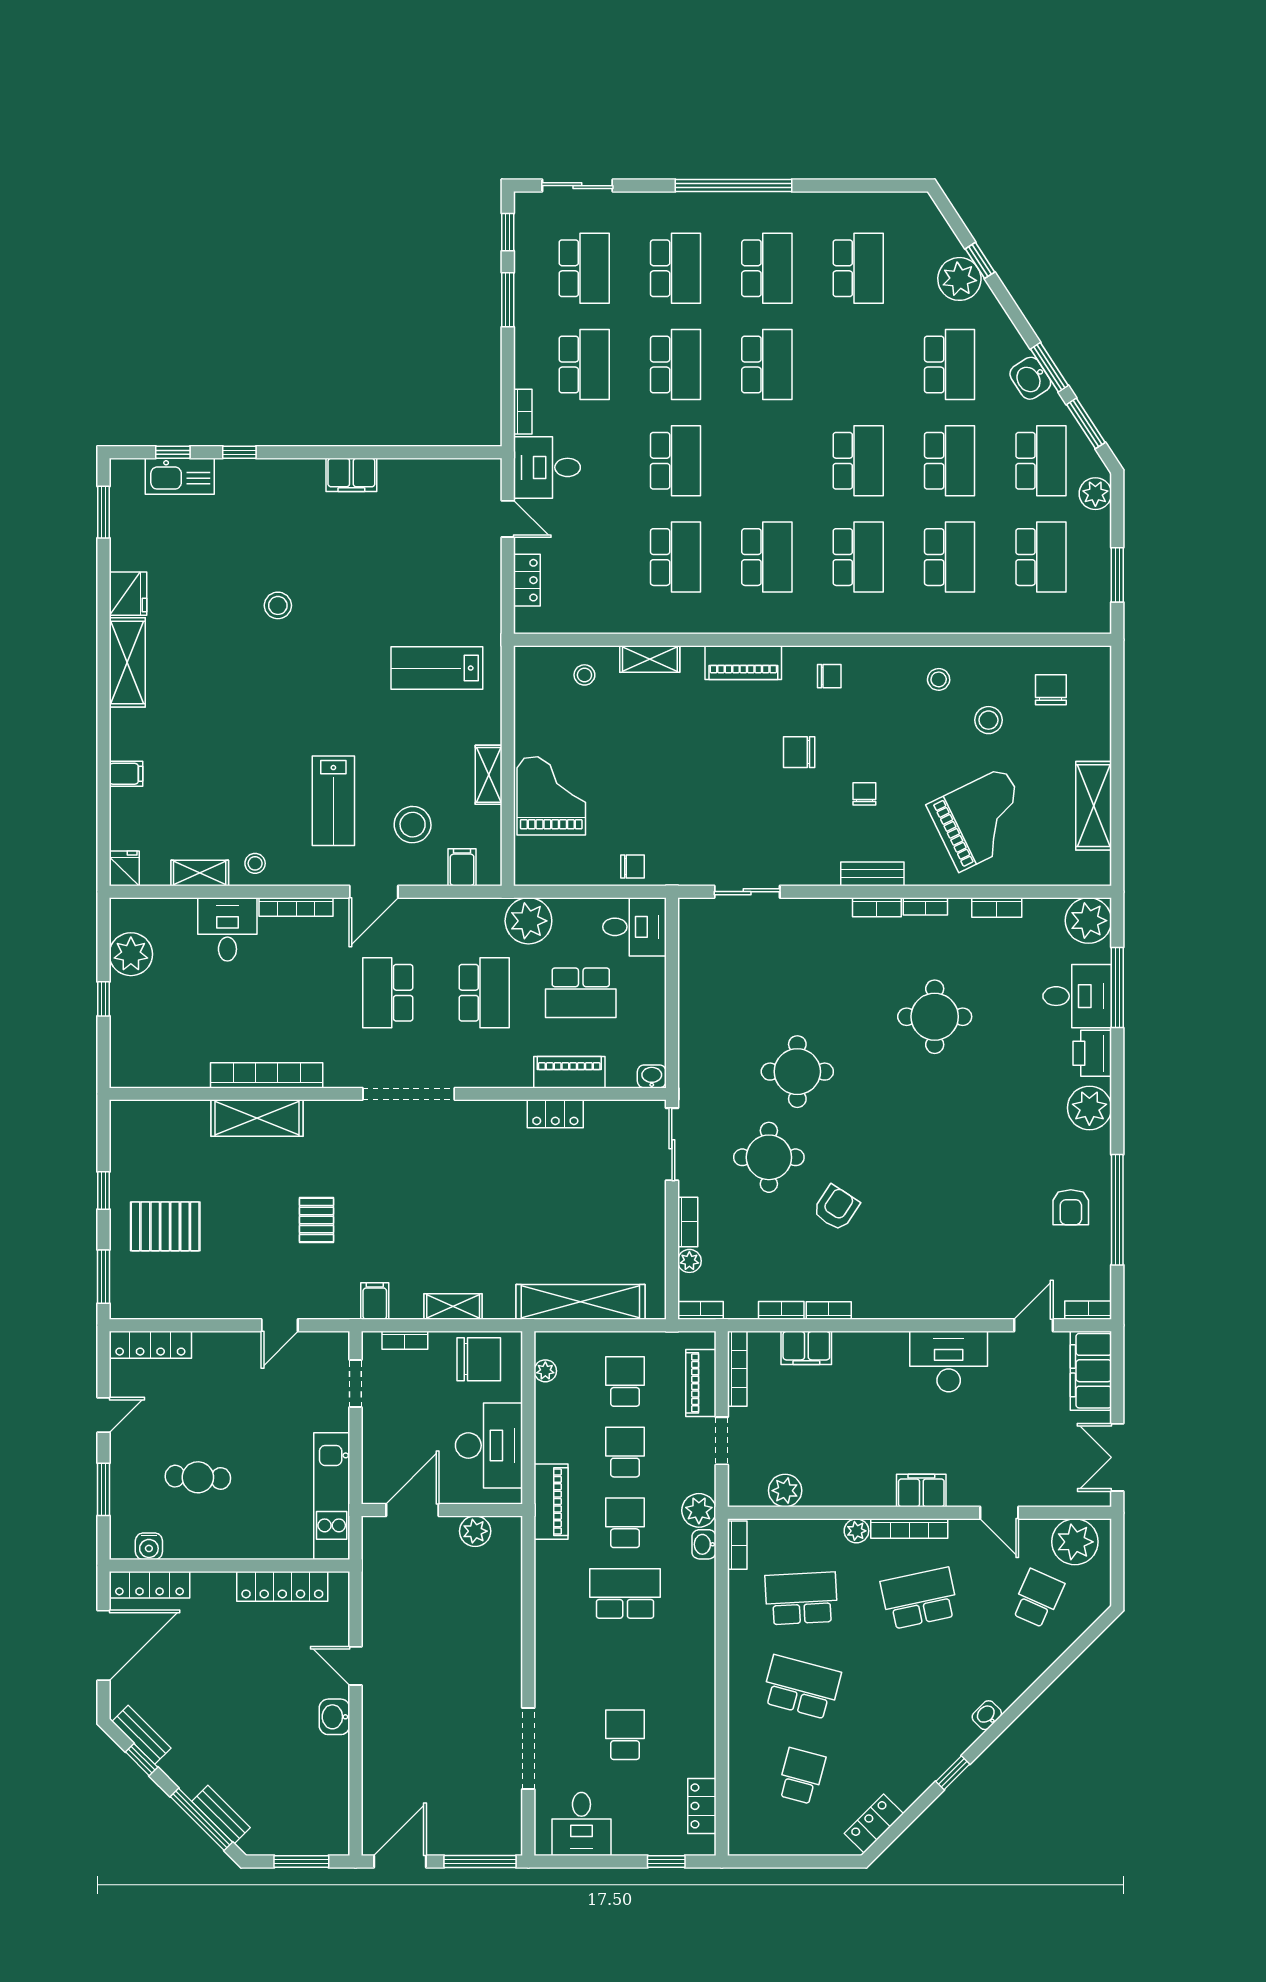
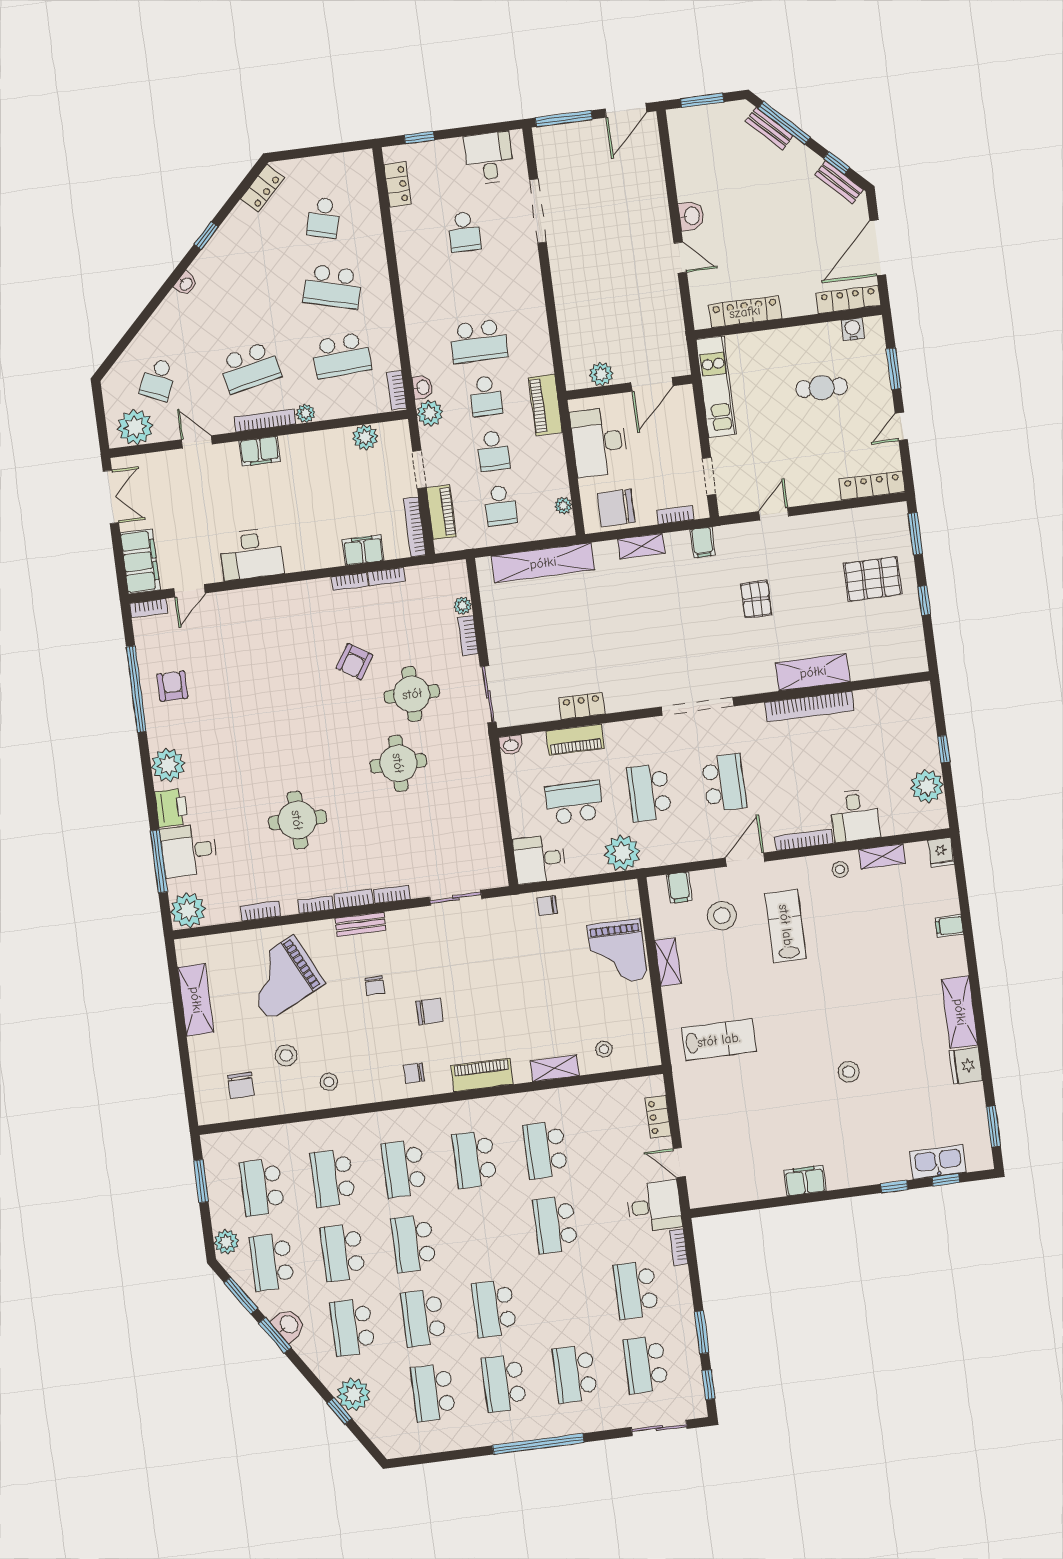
school desk: (676, 365) -> (423, 1318), moved
bookcase: (700, 1310) -> (392, 894), moved, turned 180

